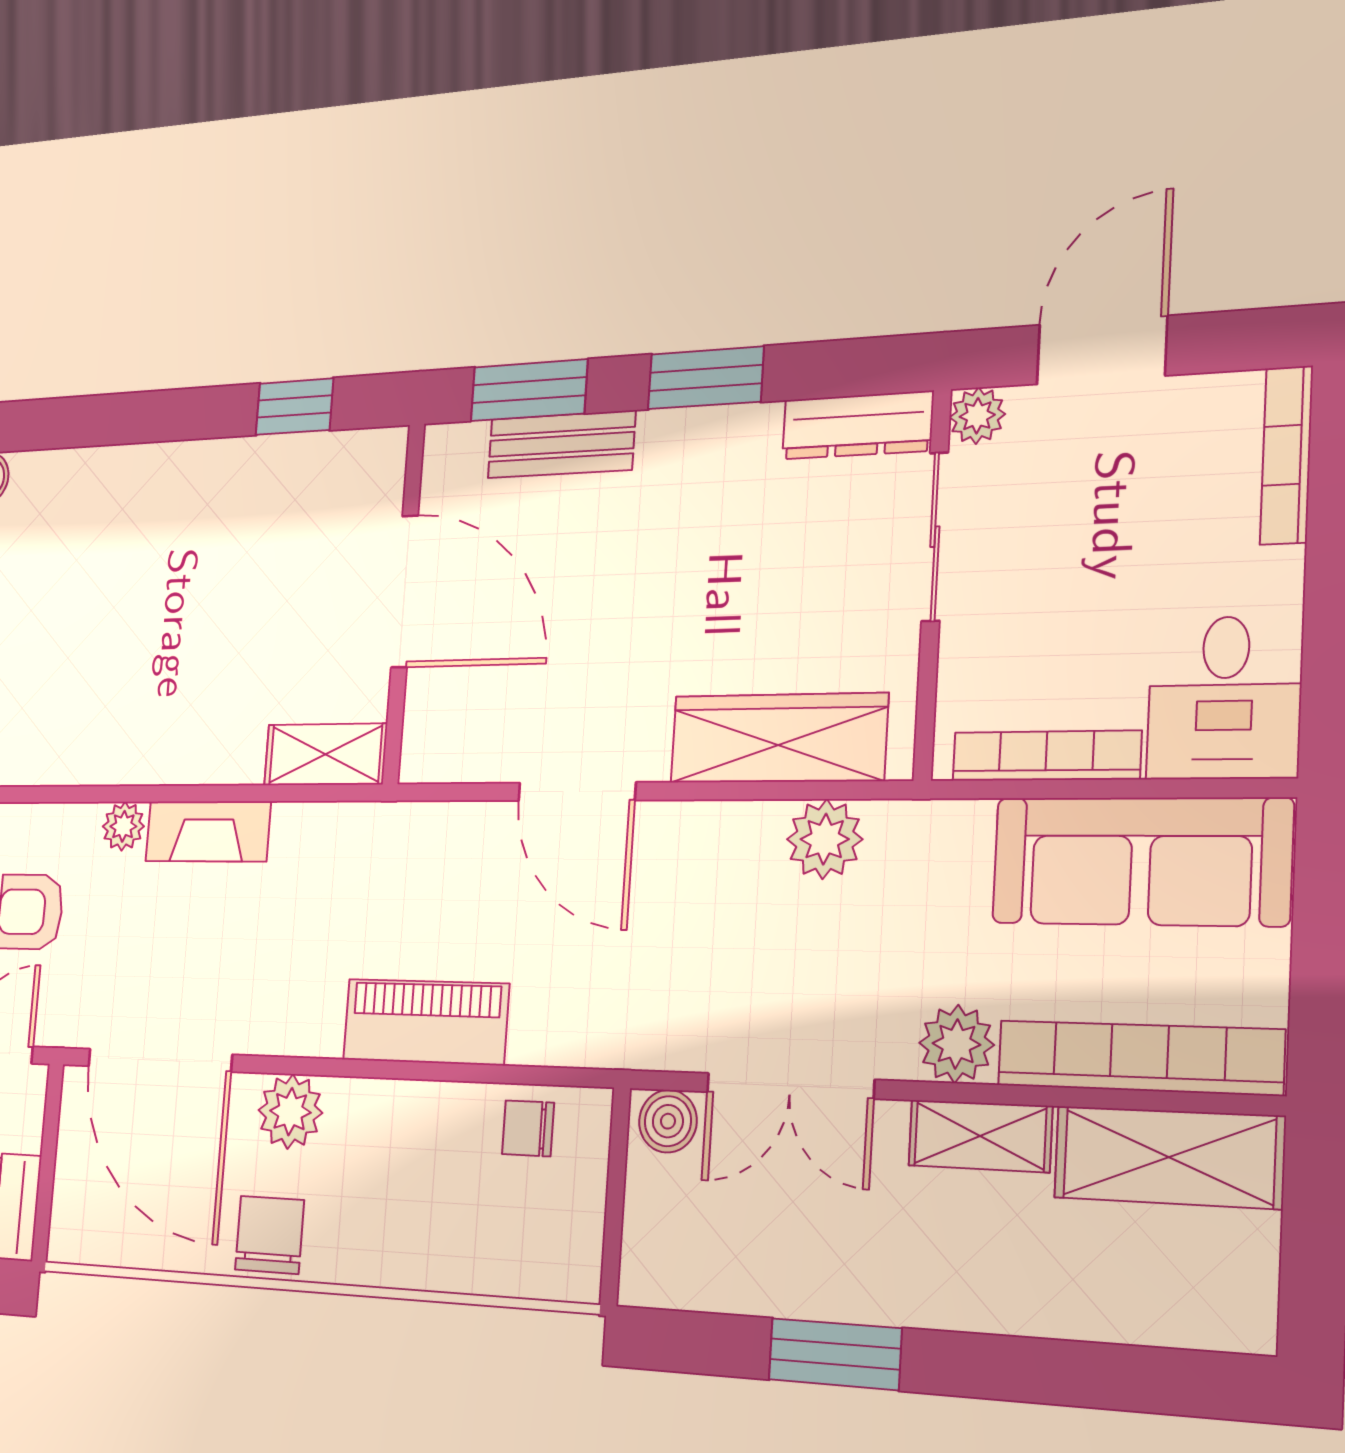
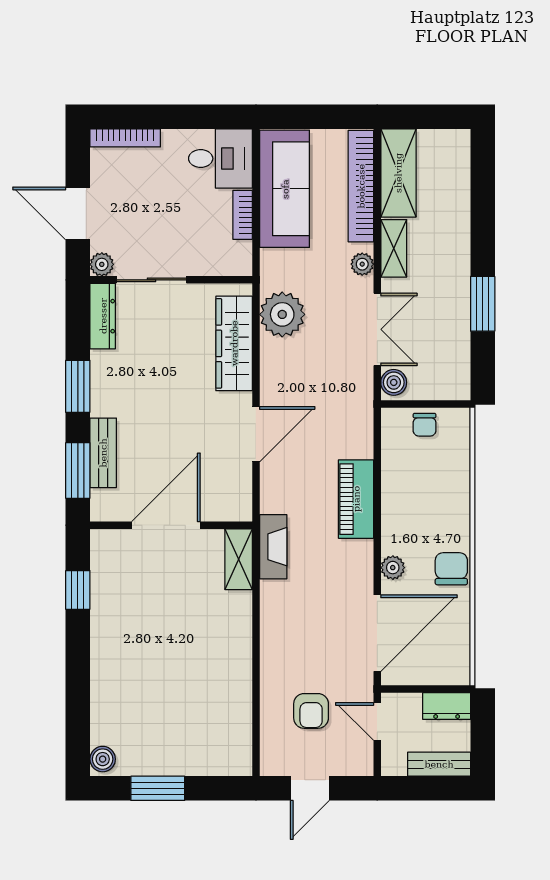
bookcase: (1046, 756) -> (243, 215), width x0.64
plant: (123, 826) -> (271, 663), removed
fireplace: (208, 831) -> (273, 547), moved
plant: (825, 839) -> (282, 314), width x1.36, depth x1.36
plant: (956, 1044) -> (362, 264), width x0.73, depth x0.73
plant: (290, 1112) -> (393, 568), width x0.73, depth x0.73
chair: (528, 1128) -> (425, 425), moved
chair: (270, 1235) -> (451, 569), turned 90

